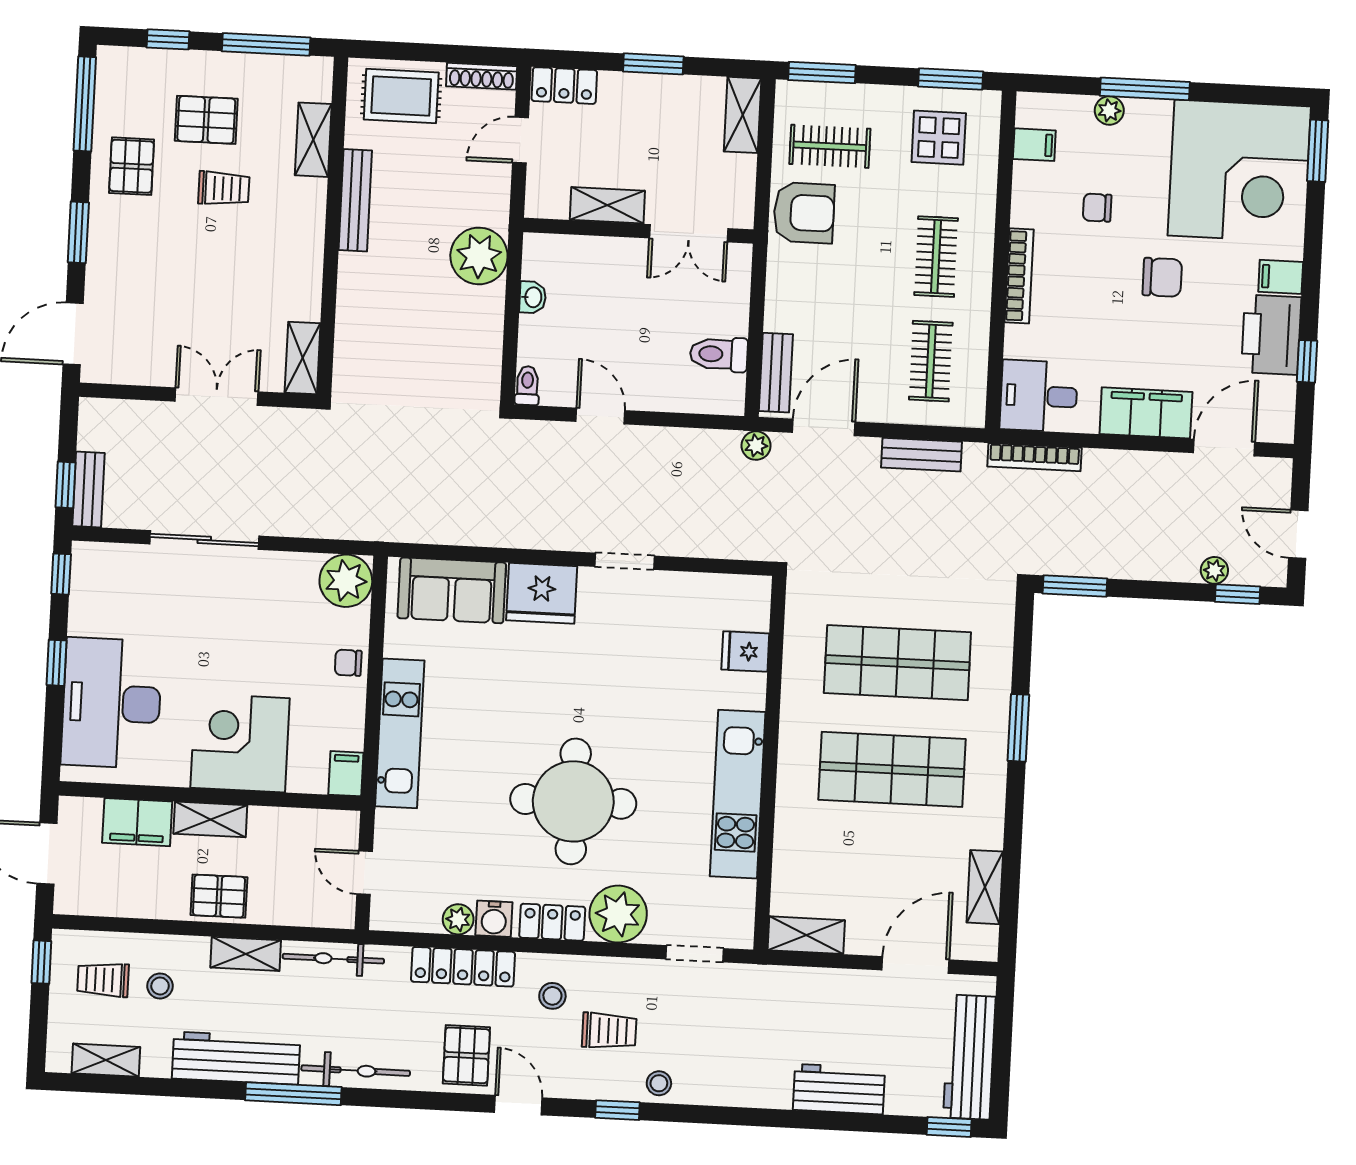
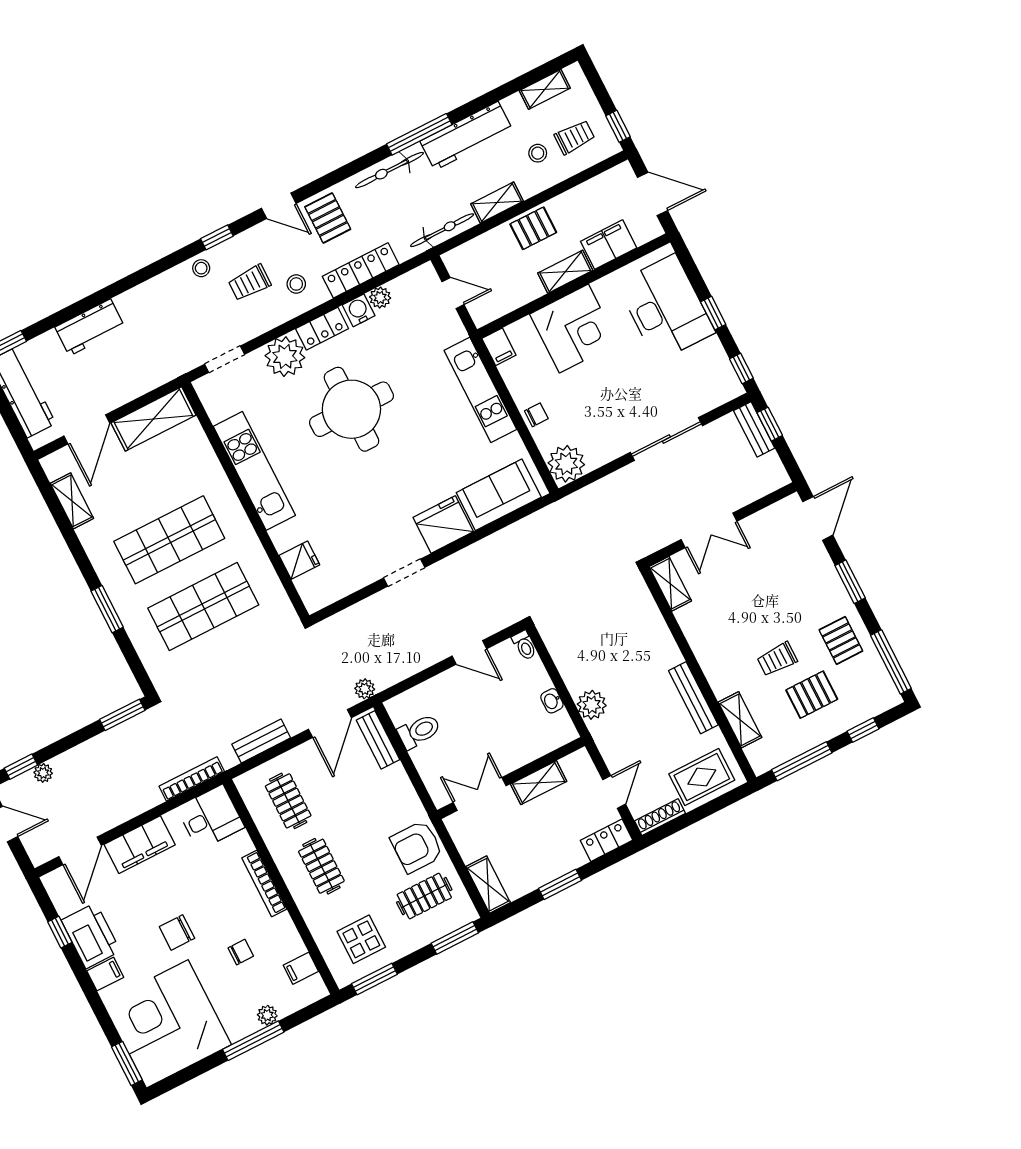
plant: (479, 256) -> (592, 705), width x0.73, depth x0.73
shelving: (806, 935) -> (153, 419), width x1.50, depth x1.33

